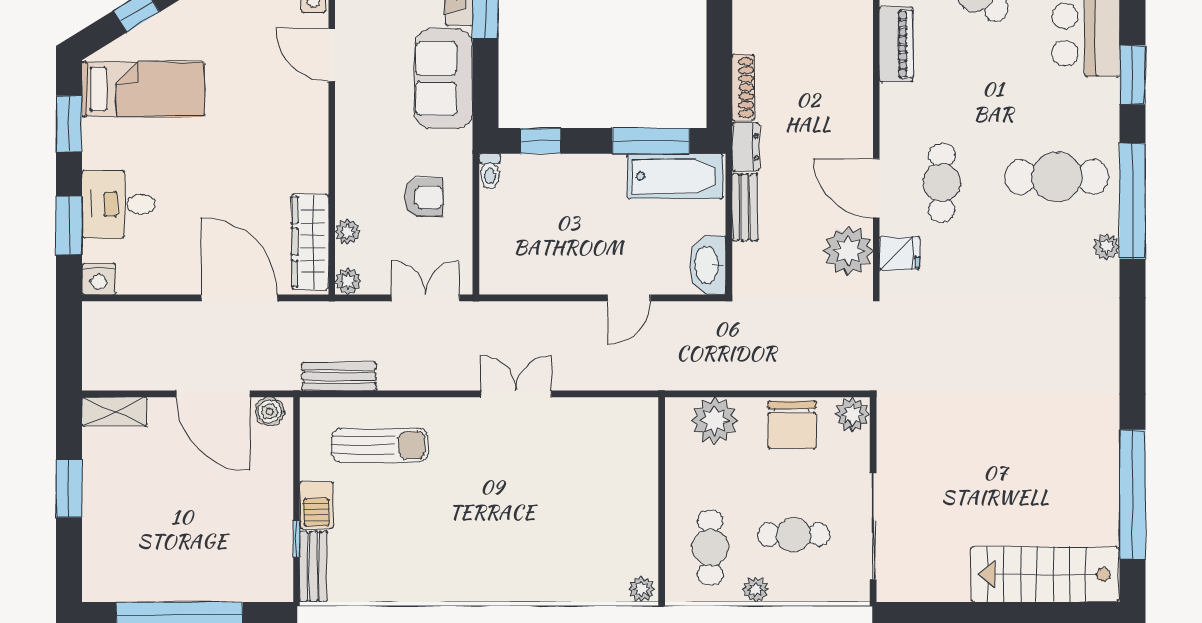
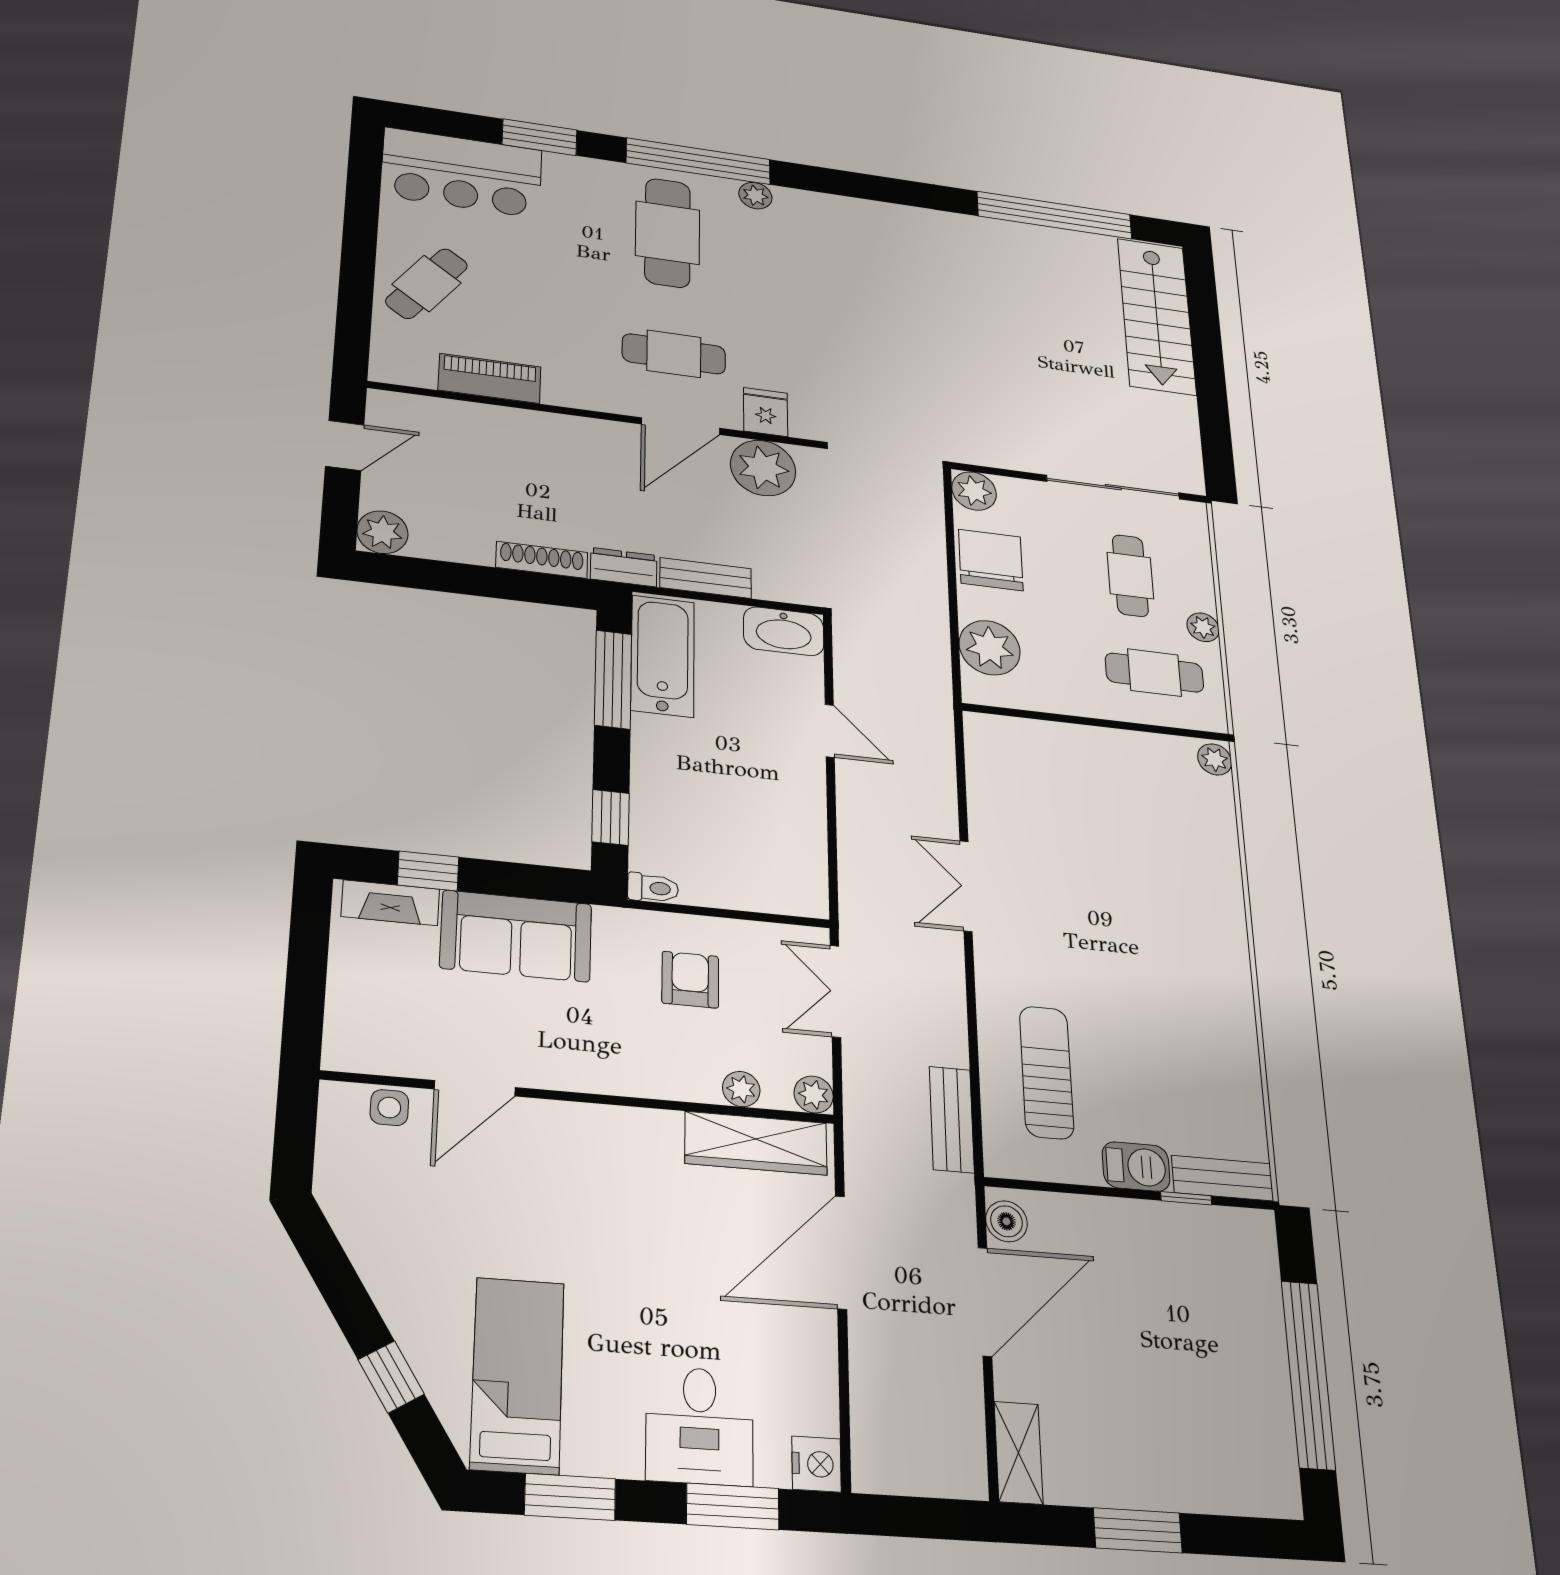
chair: (792, 425) -> (991, 560), turned -90

